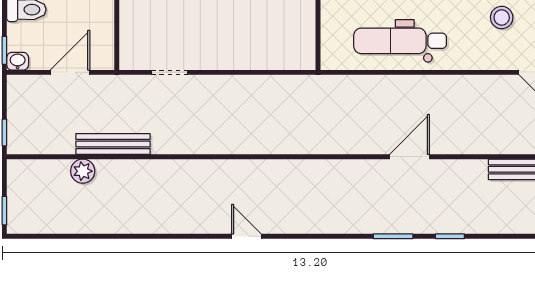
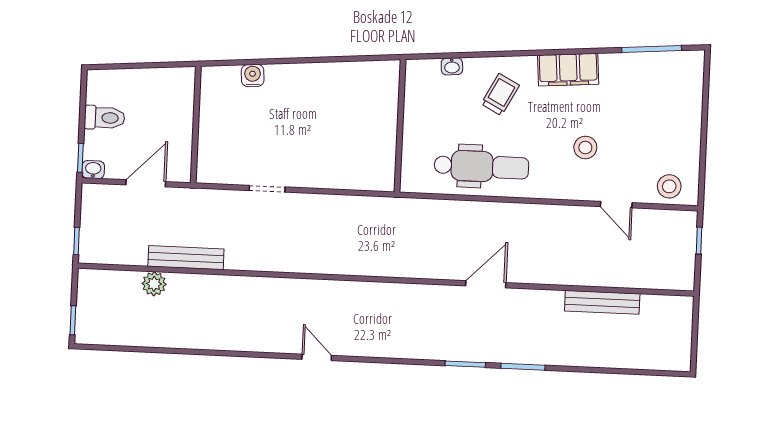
dental chair: (400, 41) -> (481, 166), turned 180
doorway: (169, 72) -> (267, 189), moved
window: (450, 236) -> (523, 367), width x1.50

